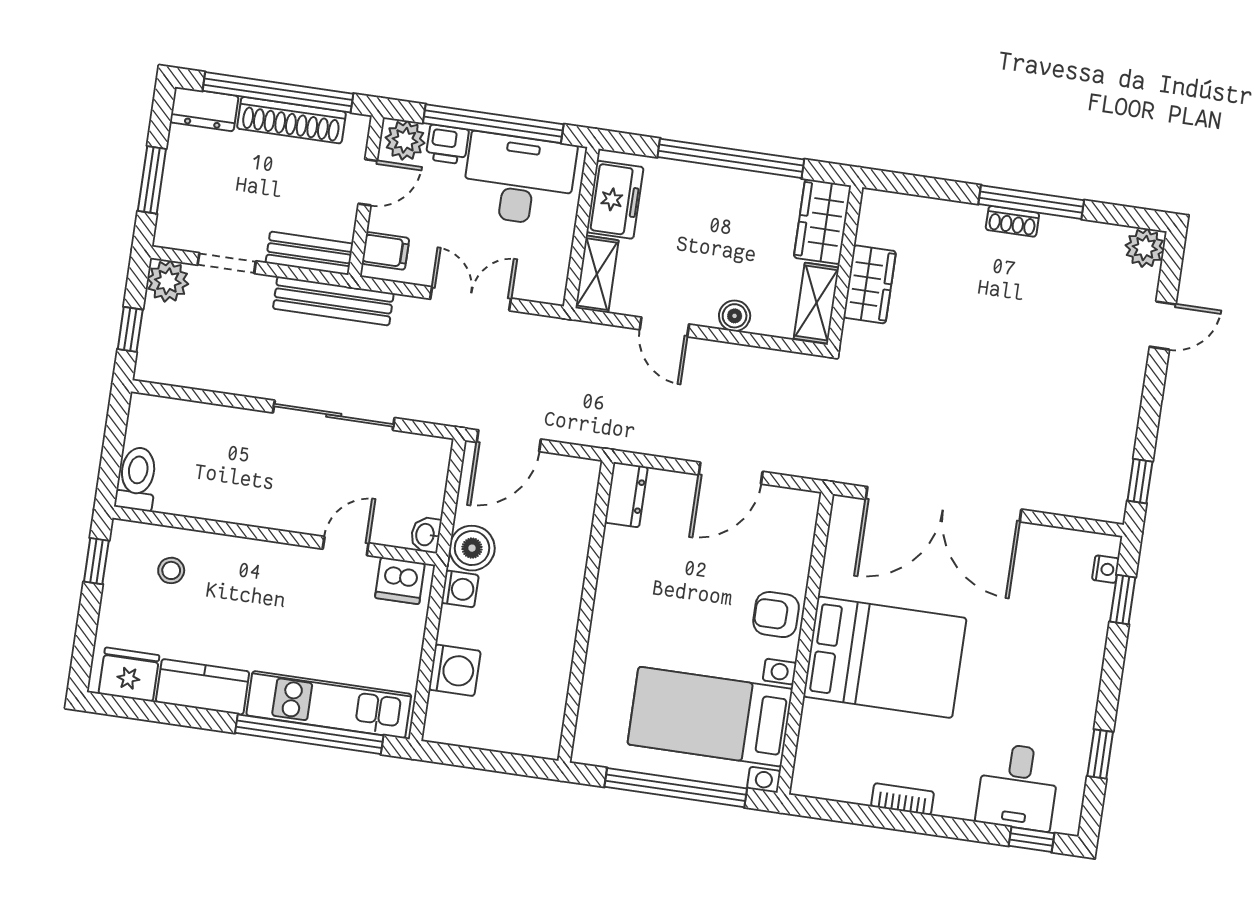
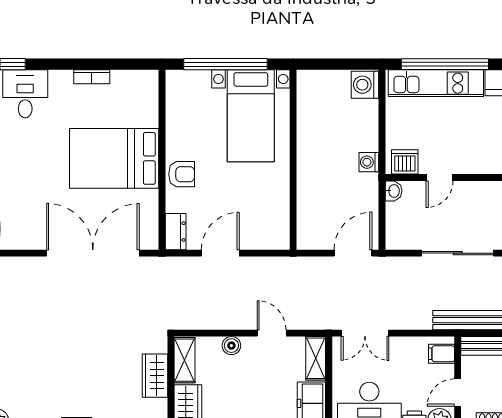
double door: (471, 299) -> (365, 333), moved
dresser: (626, 495) -> (176, 232), moved, turned 180
boiler: (472, 548) -> (365, 187), removed
washing machine: (455, 670) -> (365, 85), moved
bed with nightstands: (710, 717) -> (251, 116), moved, turned 90

